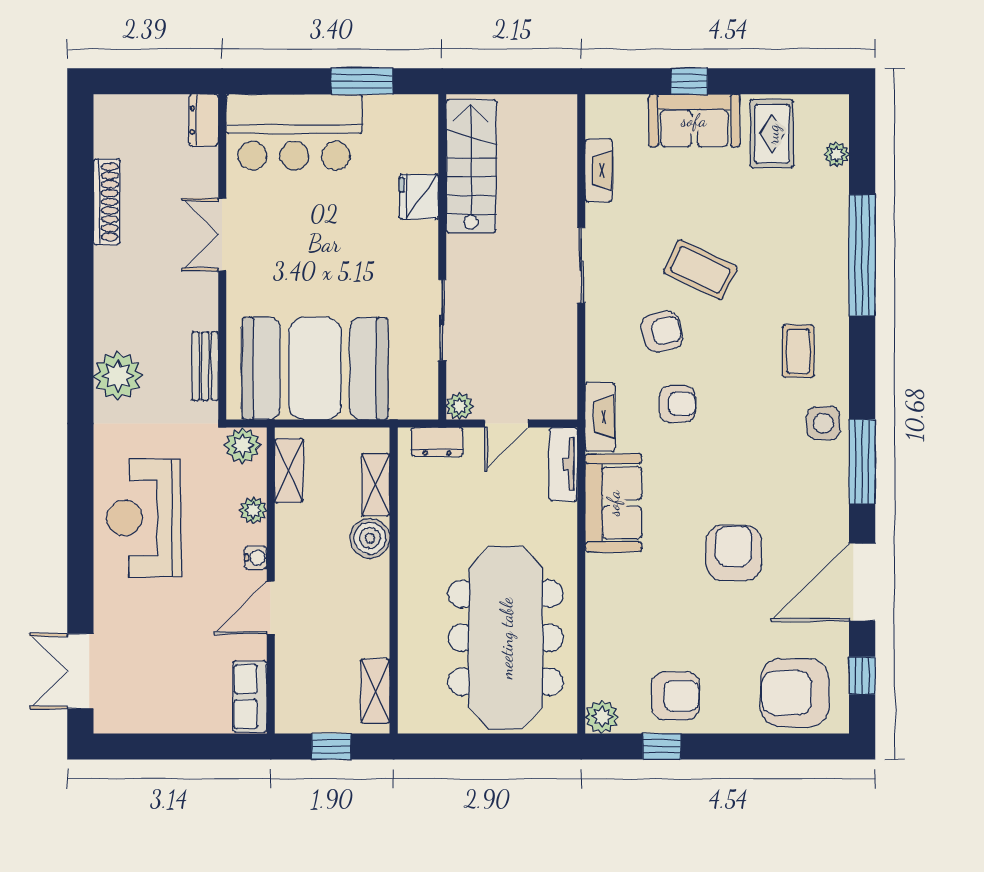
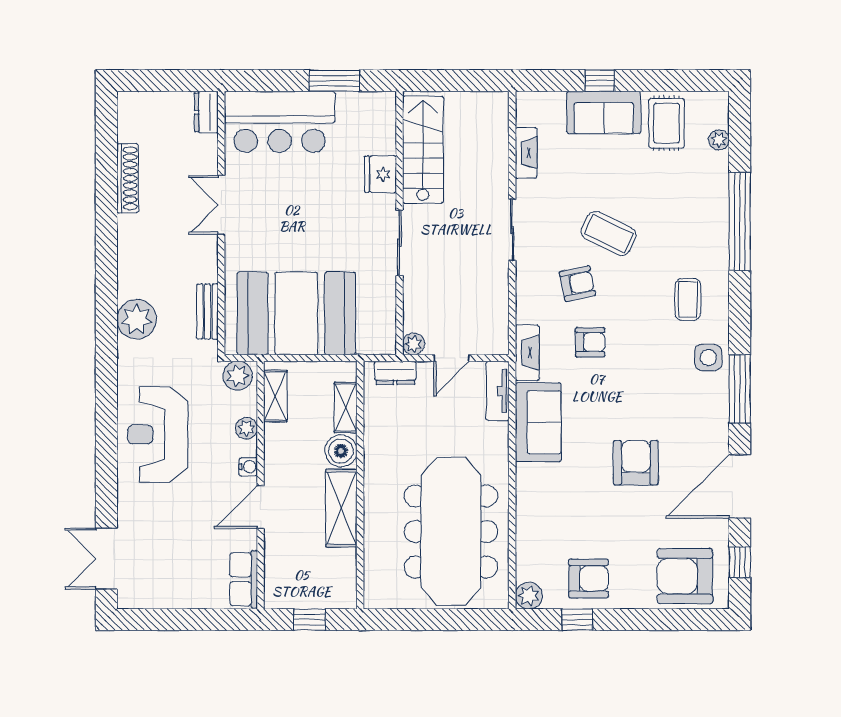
sliding door: (442, 320) -> (399, 243), moved
shelving: (375, 691) -> (341, 508), moved, width x1.50, depth x1.33

